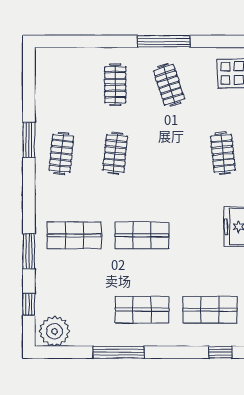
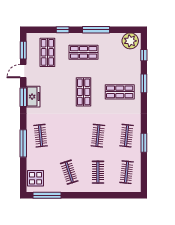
window: (164, 41) -> (47, 195), moved
clothes rail: (61, 85) -> (127, 172), added
shop shelf: (142, 235) -> (84, 92), turned 90
shop shelf: (210, 310) -> (47, 52), turned 90
window: (221, 352) -> (63, 30), moved

